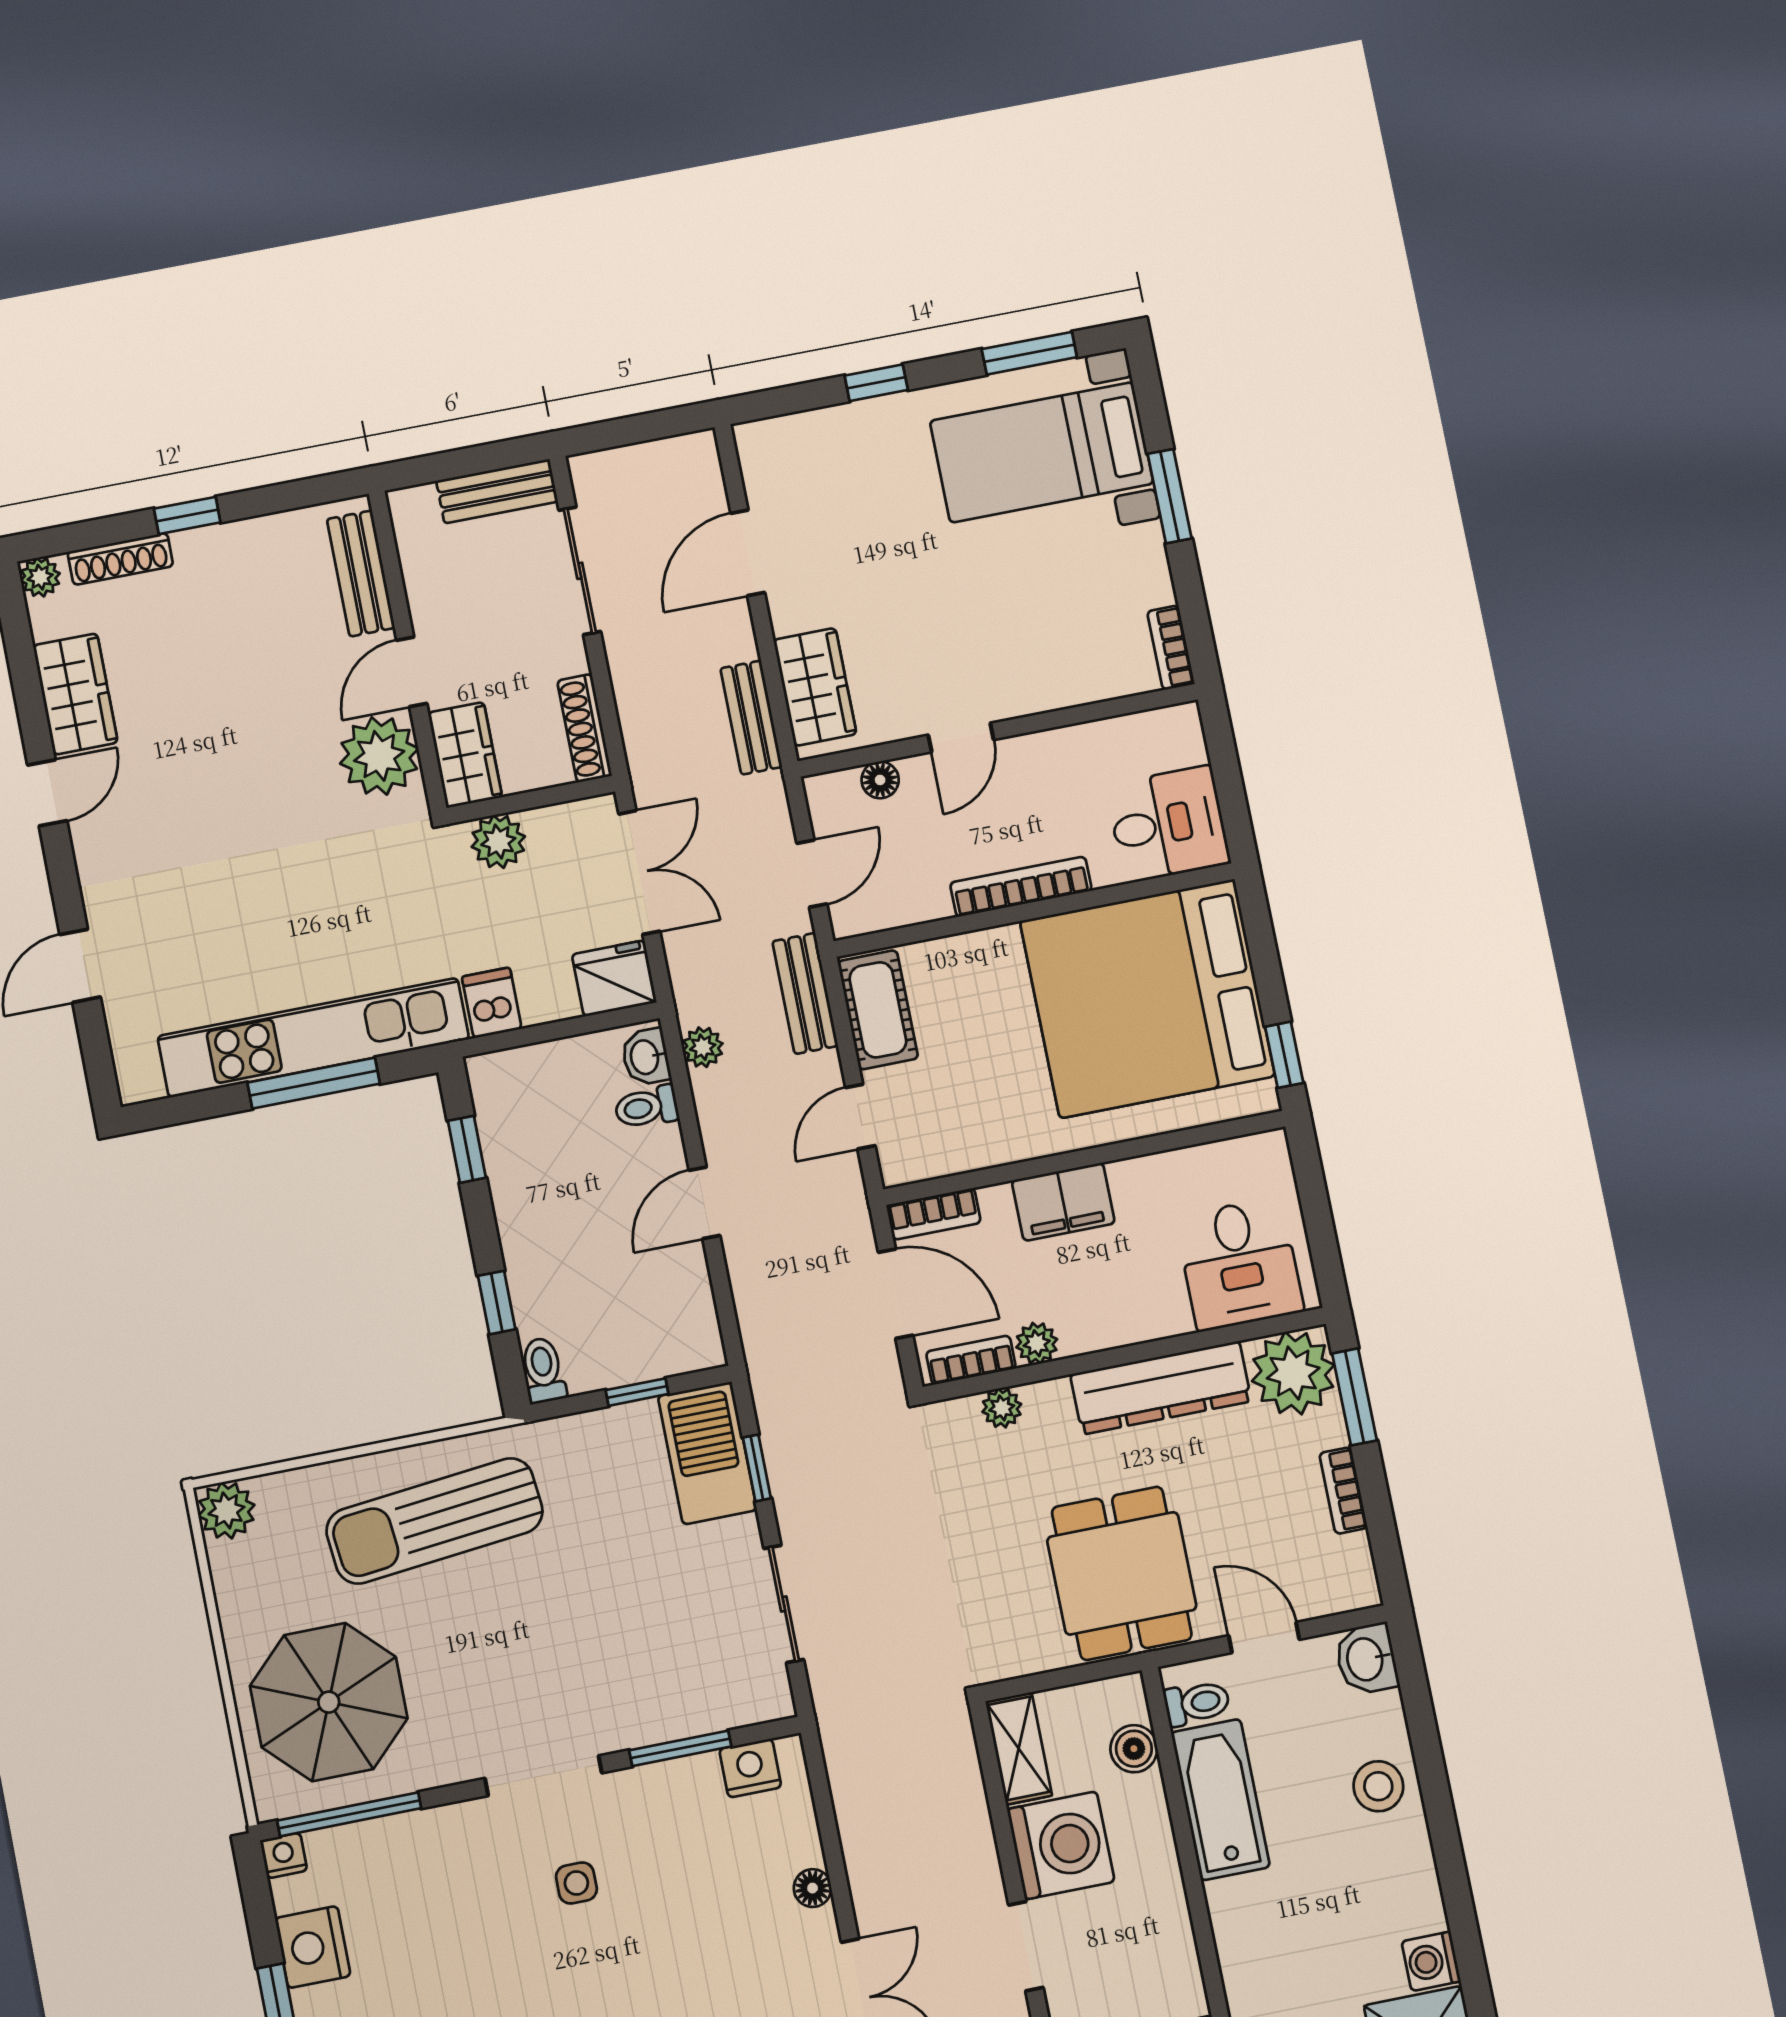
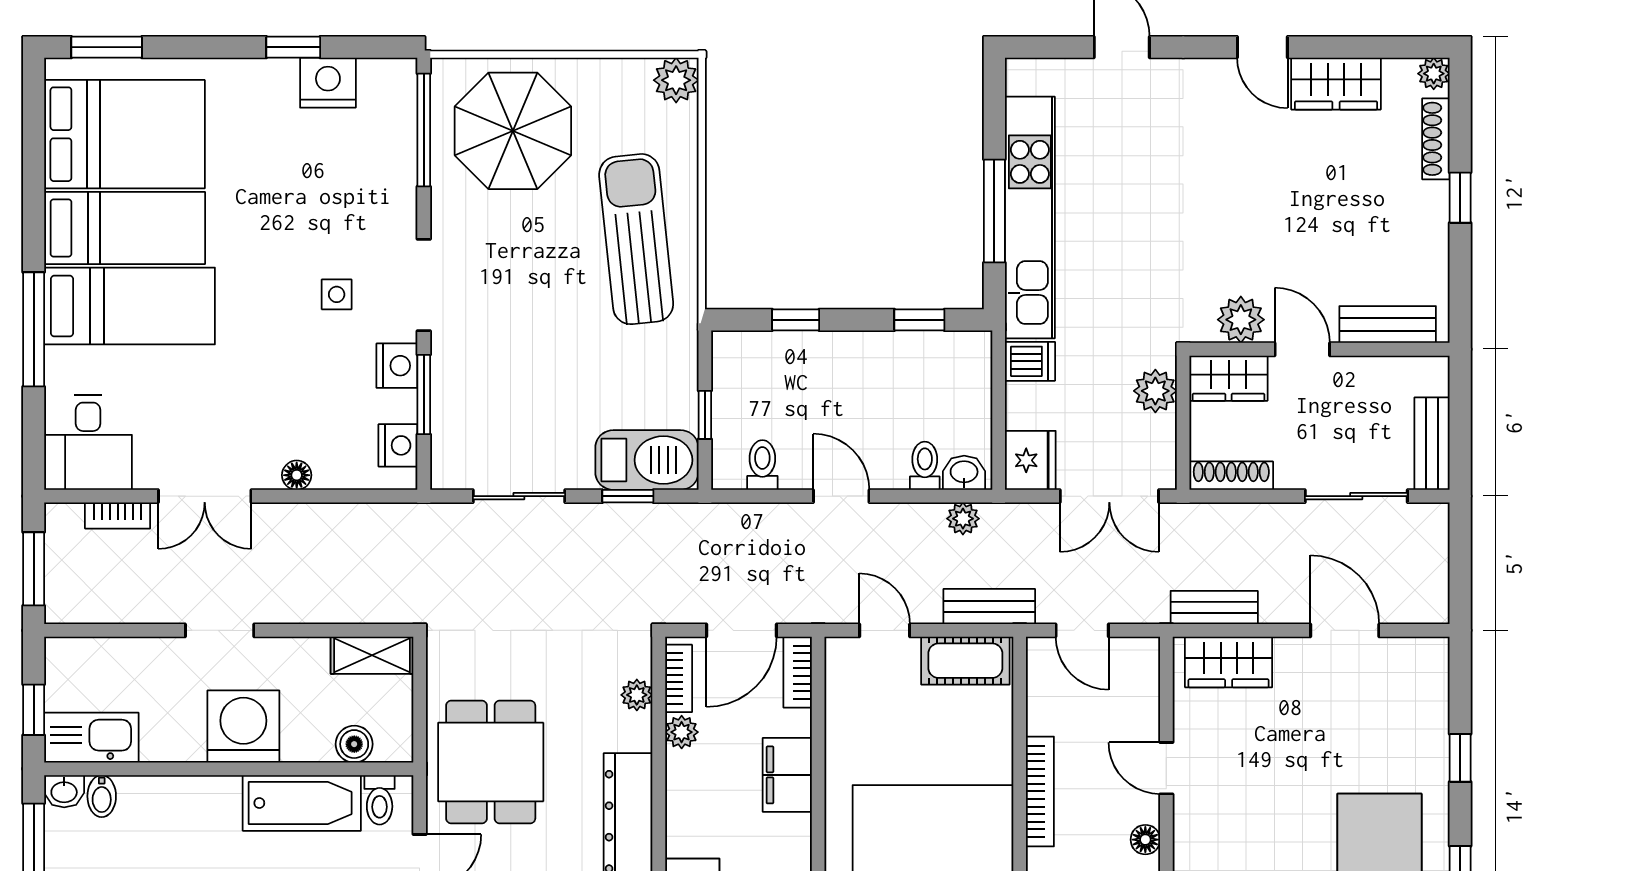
plant: (379, 756) -> (1241, 320), width x0.73, depth x0.73
floor lamp: (880, 780) -> (1145, 840), moved
toilet: (543, 1370) -> (762, 465), moved, turned -90
dining table: (1122, 1573) -> (491, 762), turned 90
washing machine: (1061, 1845) -> (243, 726), moved, turned 180
nightstand: (284, 1855) -> (397, 366), moved, width x1.39, depth x1.35

